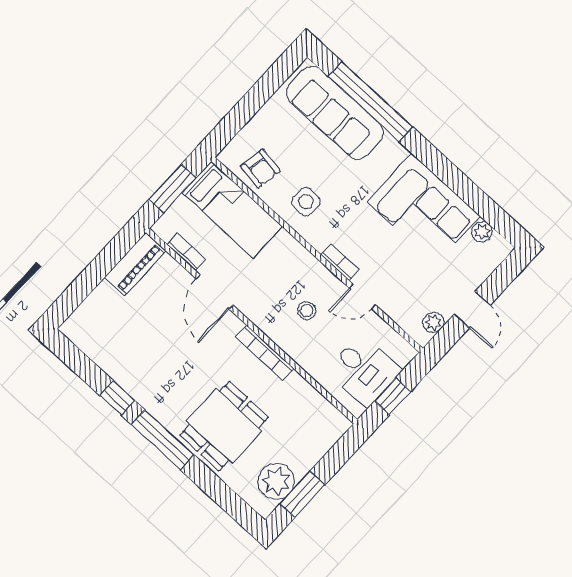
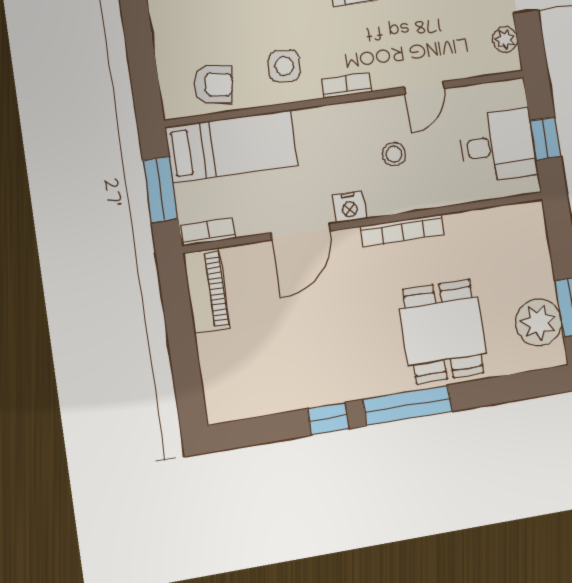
bookcase: (186, 252) -> (208, 232), moved
bookcase: (340, 262) -> (347, 85), moved
door: (215, 292) -> (301, 232), hinge flipped
nightstand: (253, 309) -> (350, 207), added

